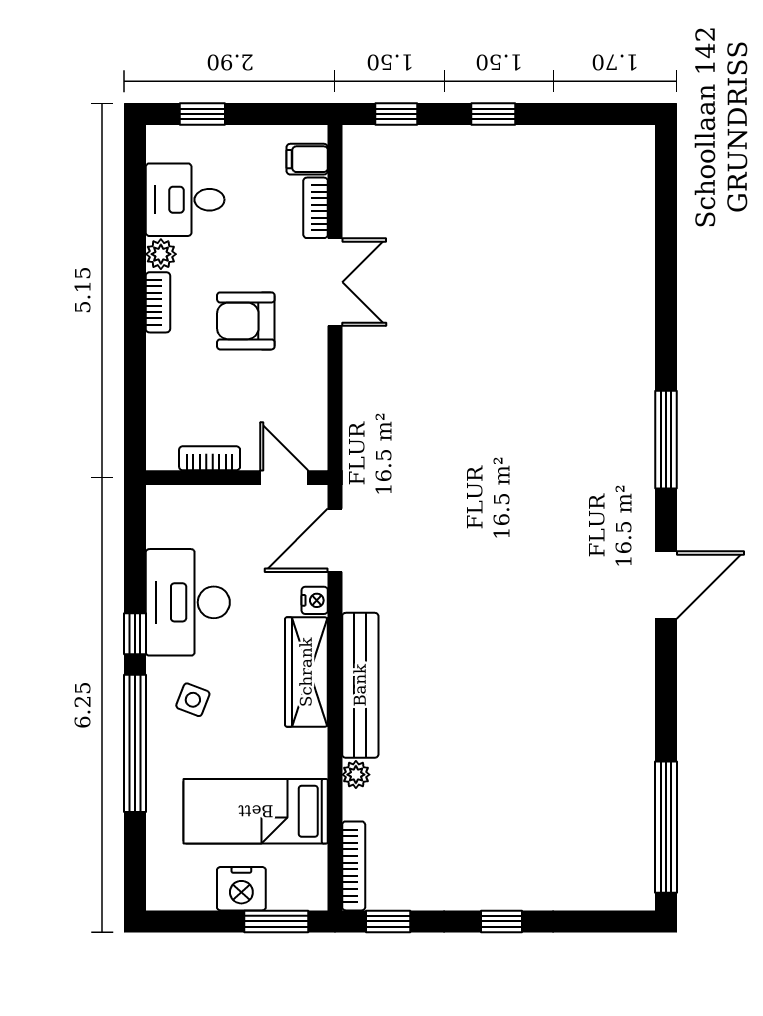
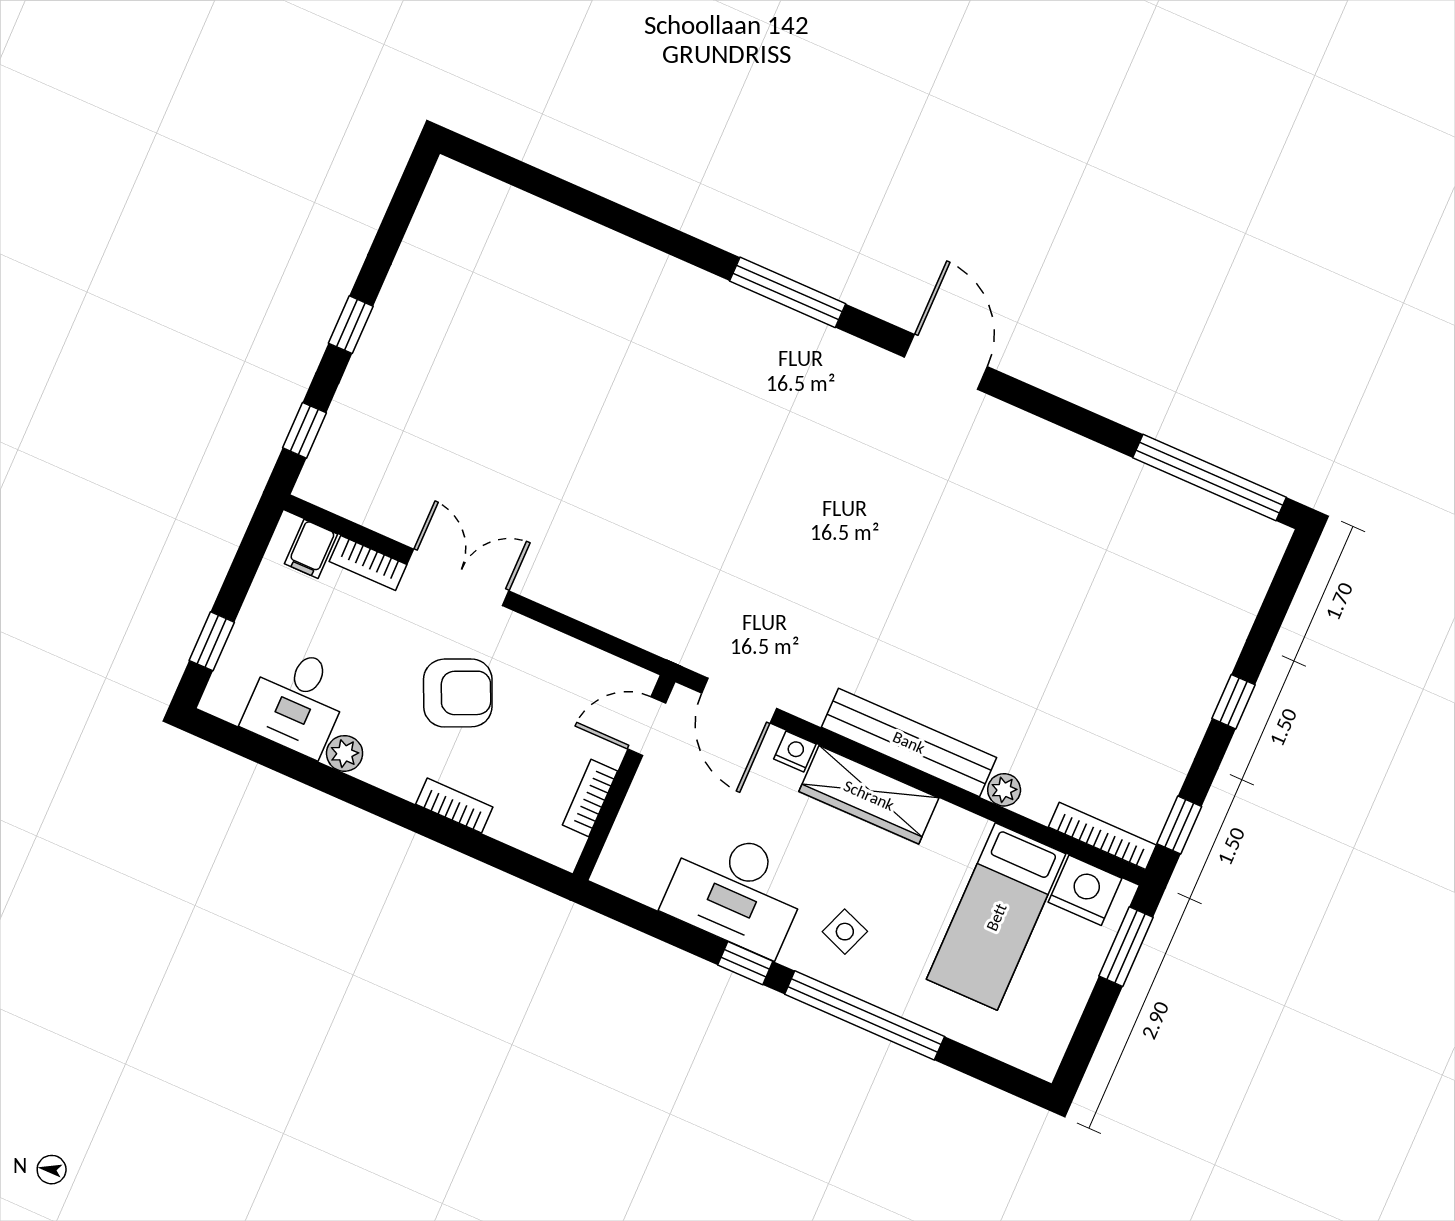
bookcase: (158, 302) -> (454, 806), moved
armchair: (246, 321) -> (458, 693), turned -114
nightstand: (241, 889) -> (1085, 890), moved, turned -90

